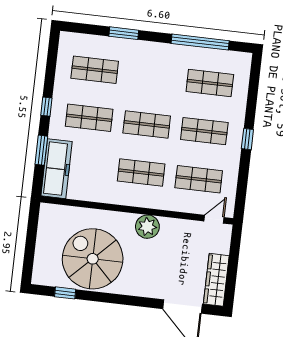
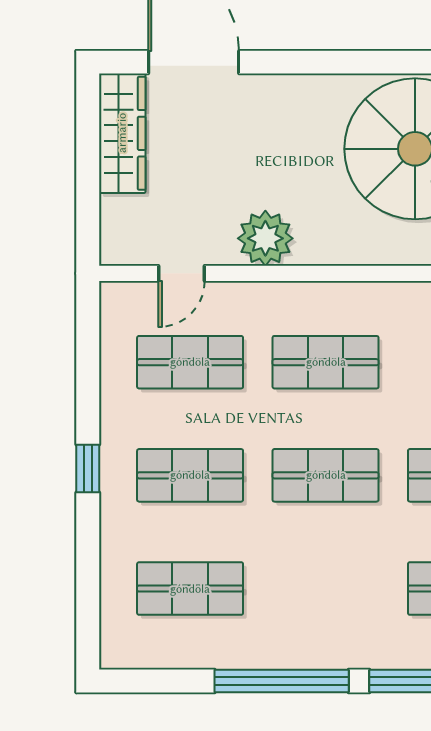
window: (200, 42) -> (282, 681), moved
door: (214, 219) -> (181, 273), moved
plant: (147, 227) -> (265, 238), moved

